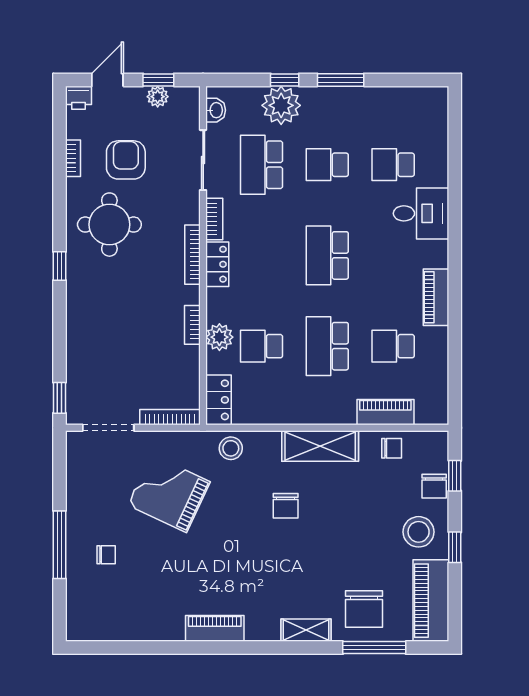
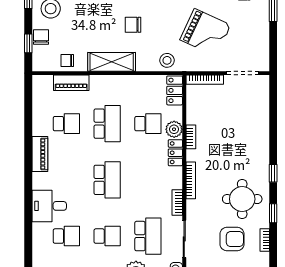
armchair: (126, 160) -> (232, 239), turned -90
locker: (217, 264) -> (175, 153), moved
window: (60, 398) -> (273, 213), moved
chair: (286, 506) -> (133, 25), turned -90

